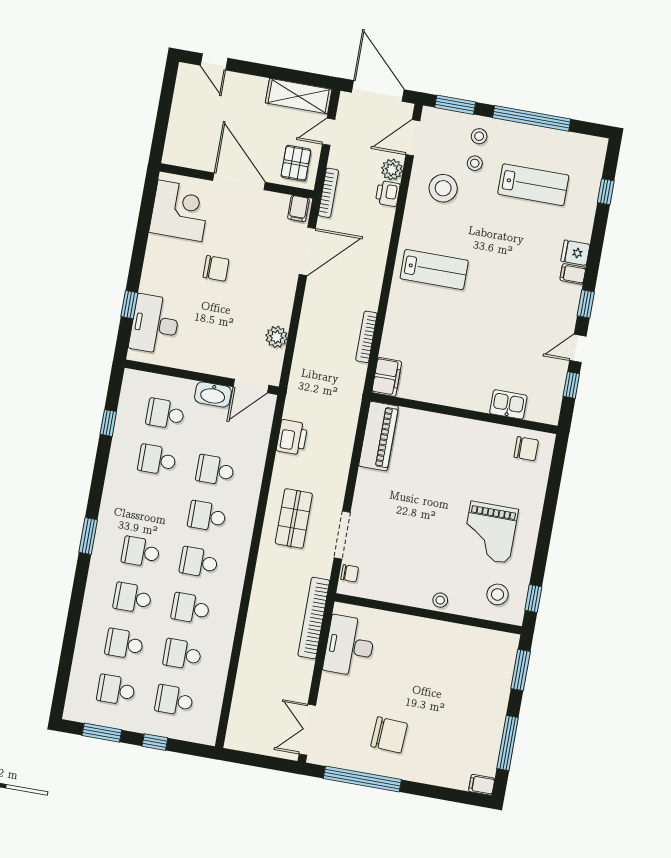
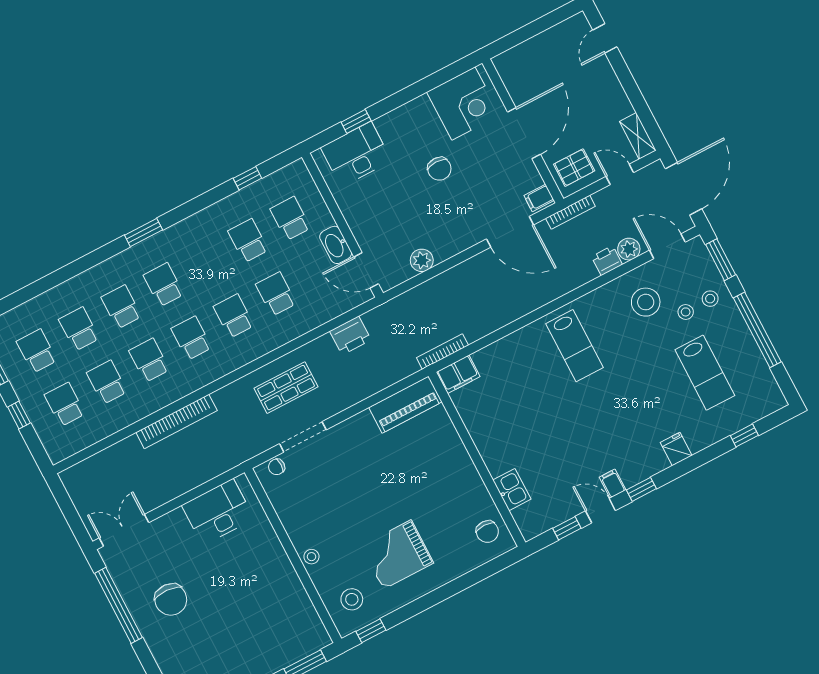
shelving: (299, 96) -> (638, 136), width x0.67, depth x0.75
filing cabinet: (573, 274) -> (613, 484), moved
bookcase: (366, 337) -> (442, 351), moved
chair: (350, 573) -> (277, 467), turned 90
bookcase: (314, 618) -> (177, 421), moved, turned 180

